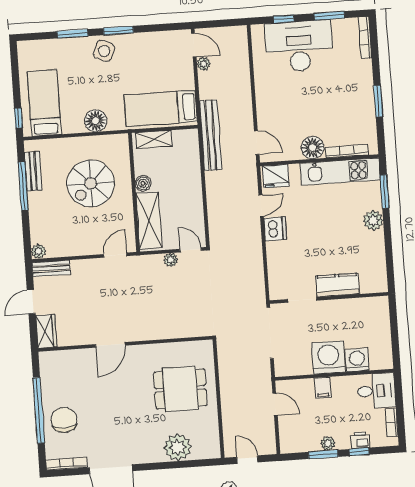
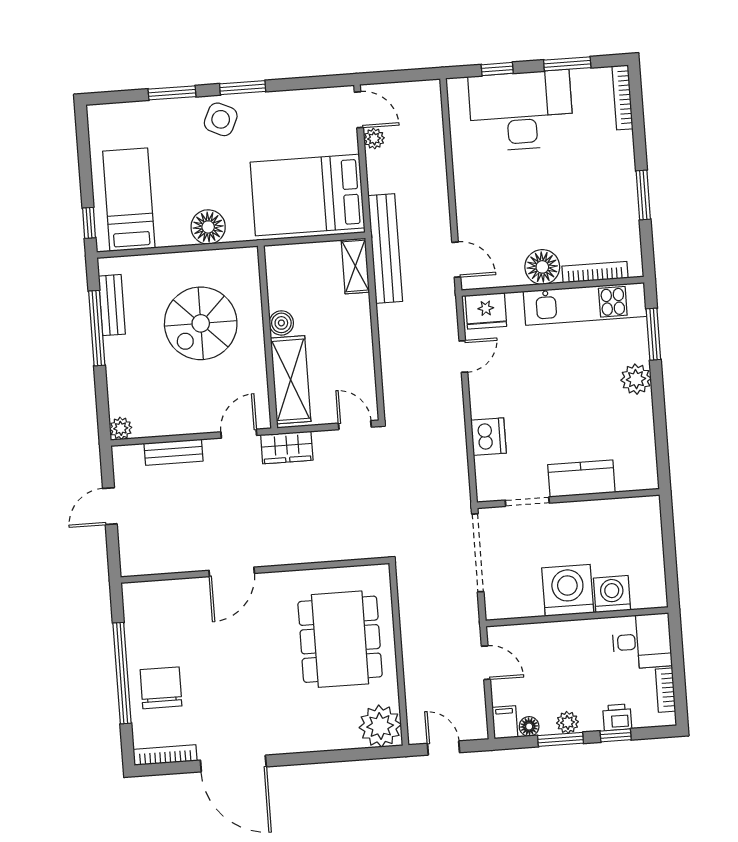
bed: (161, 108) -> (307, 195), width x1.50
shelving: (154, 139) -> (355, 266), moved, turned 90
dishwasher: (275, 229) -> (488, 437), moved
plant: (171, 260) -> (324, 441), removed
bench: (51, 268) -> (173, 452), moved
wardrobe: (46, 331) -> (287, 447), moved, turned 90
filing cabinet: (323, 388) -> (505, 722), moved, turned 180
dining table: (180, 389) -> (340, 639), width x1.38
floor lamp: (303, 446) -> (529, 726), added
plant: (178, 447) -> (380, 726), moved

